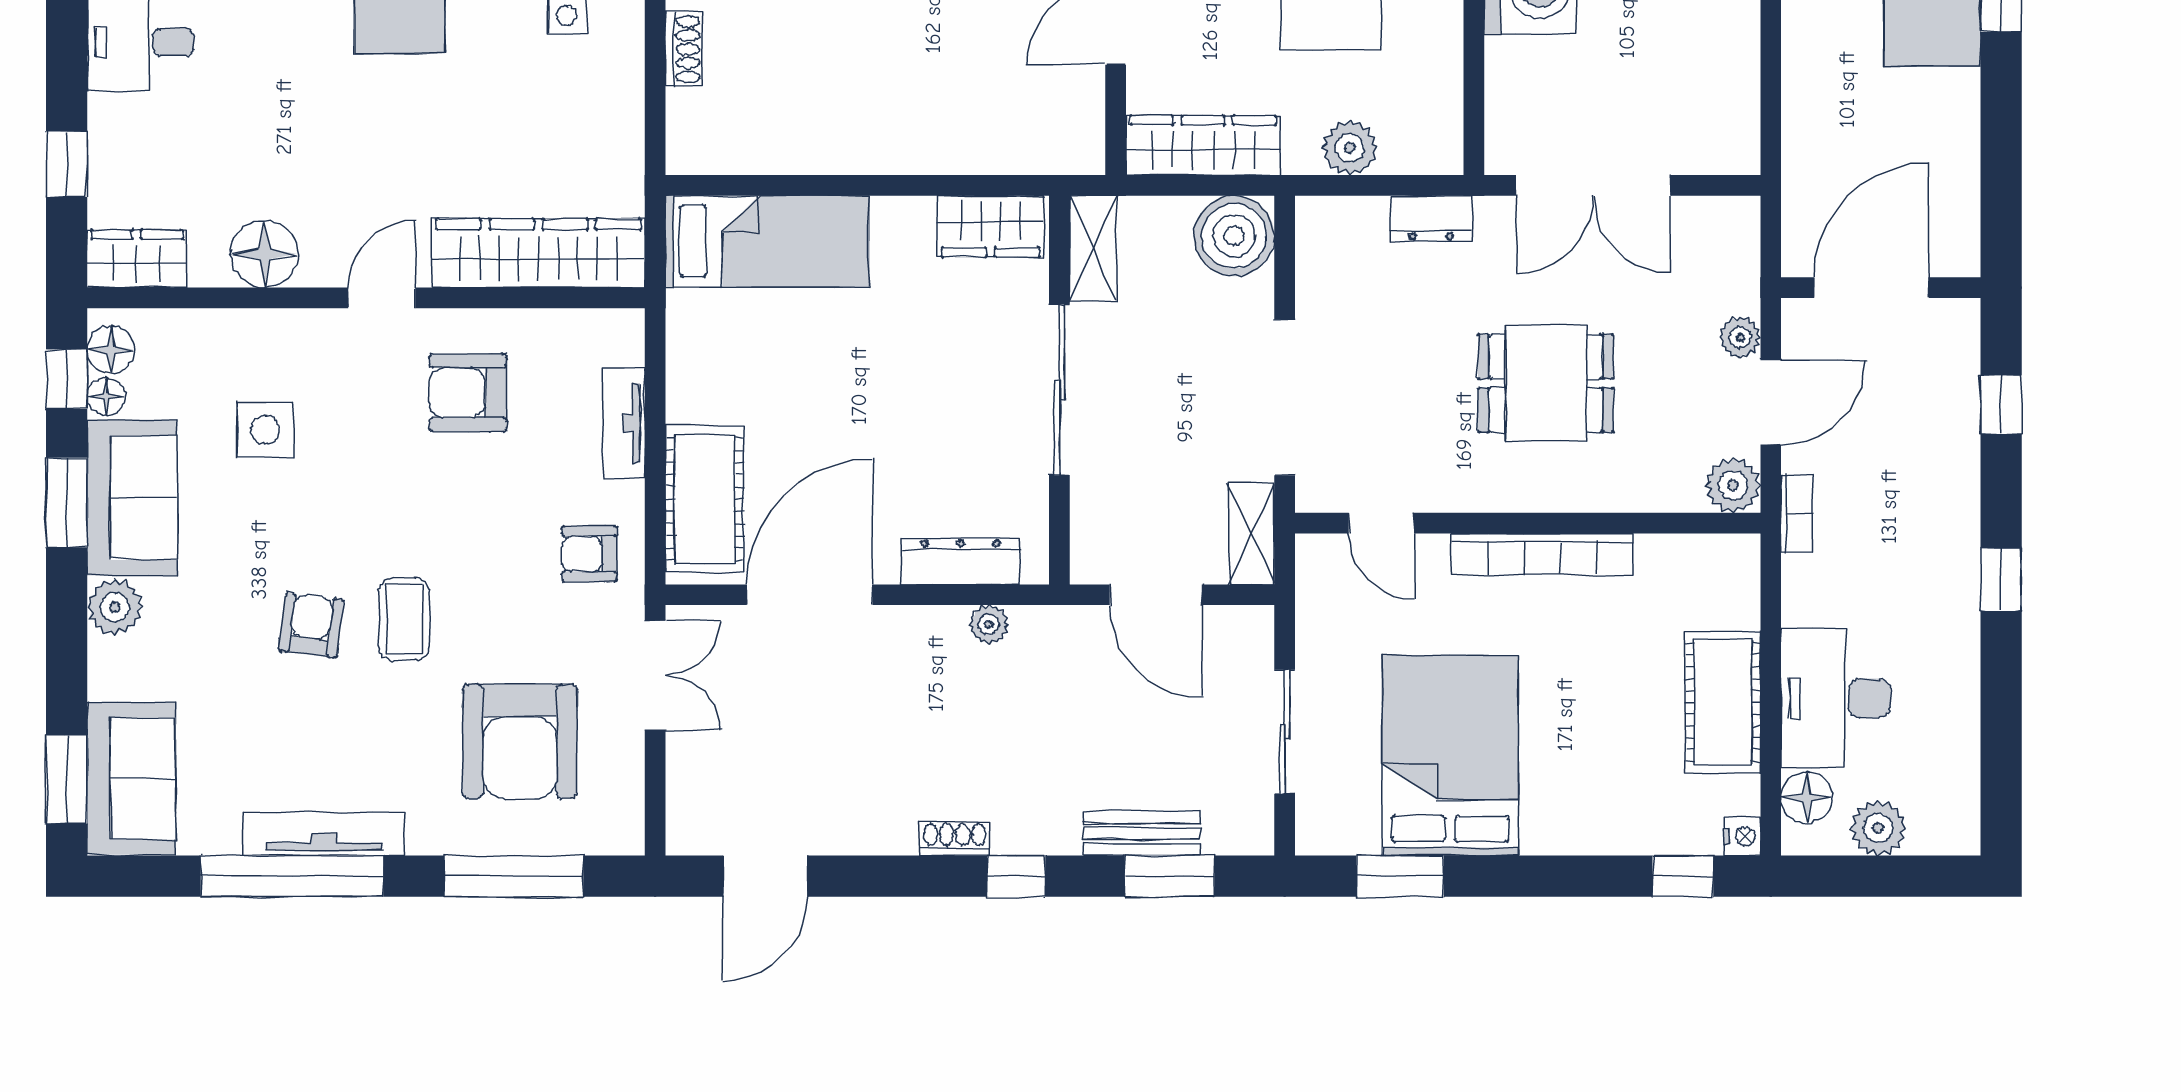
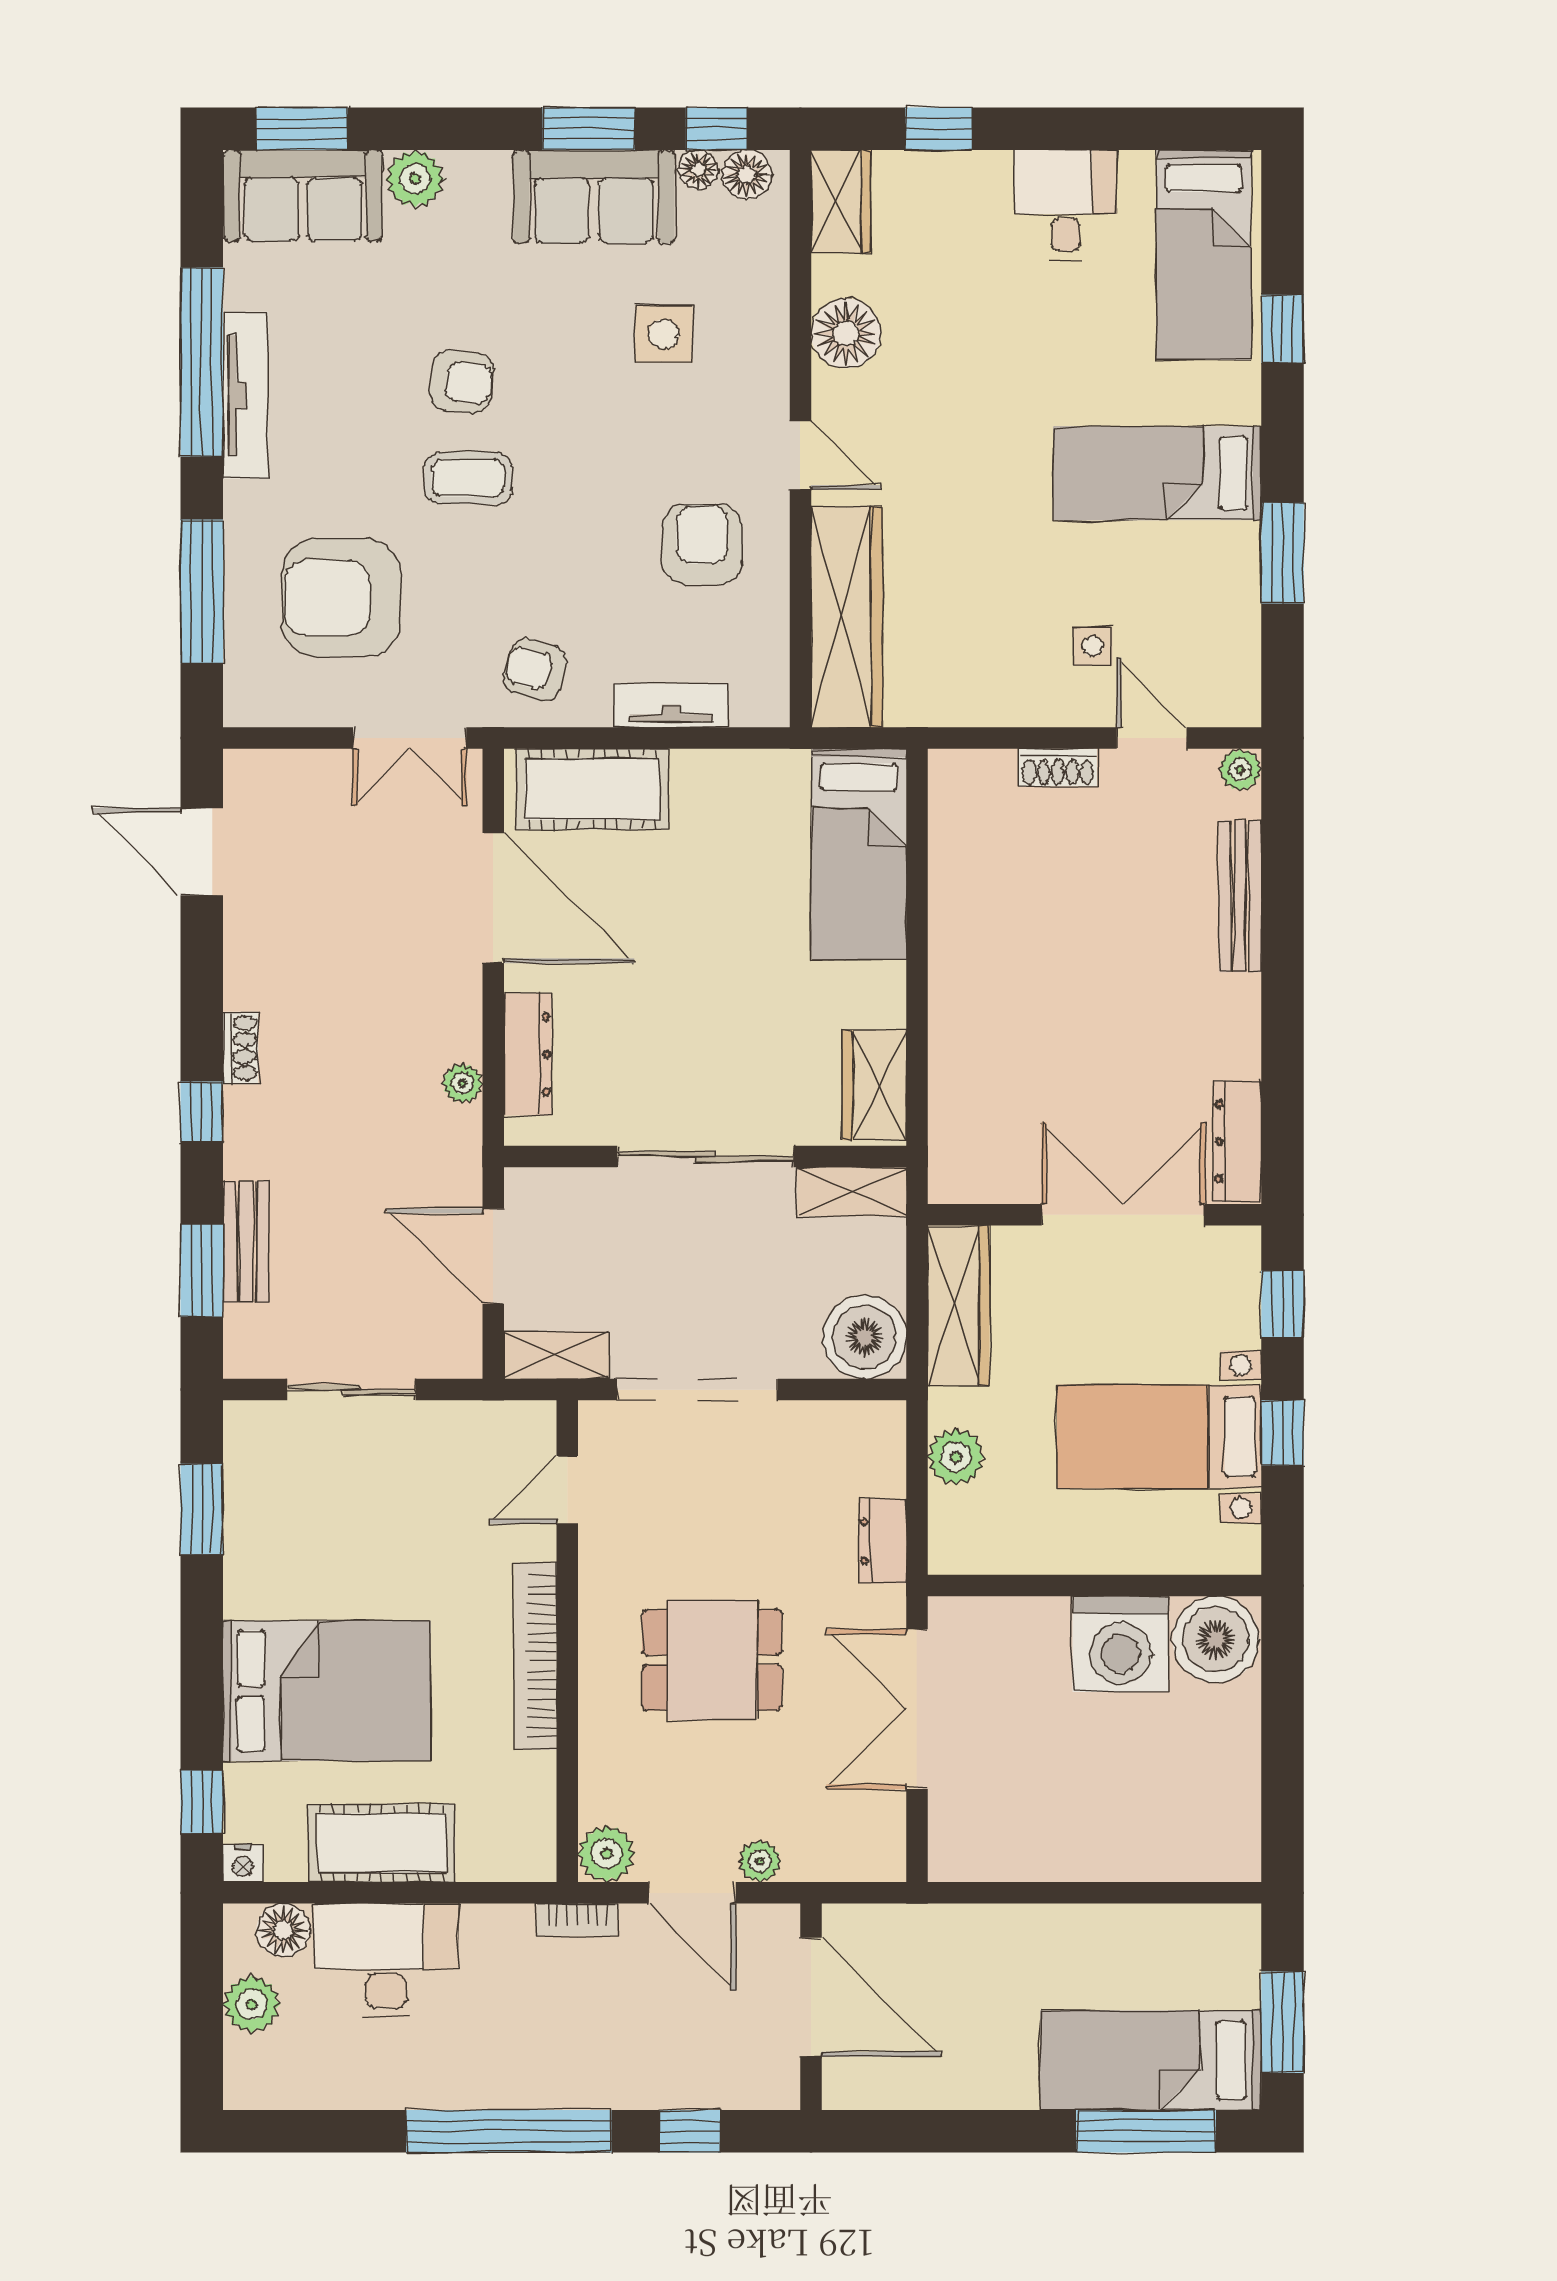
dining table: (1546, 383) -> (712, 1660), turned 90
armchair: (590, 554) -> (535, 670), turned -73
window: (2001, 580) -> (509, 2131), width x3.17
door: (1156, 595) -> (493, 1256), hinge flipped
plant: (115, 607) -> (415, 179), moved
bed: (1450, 756) -> (327, 1691), moved

